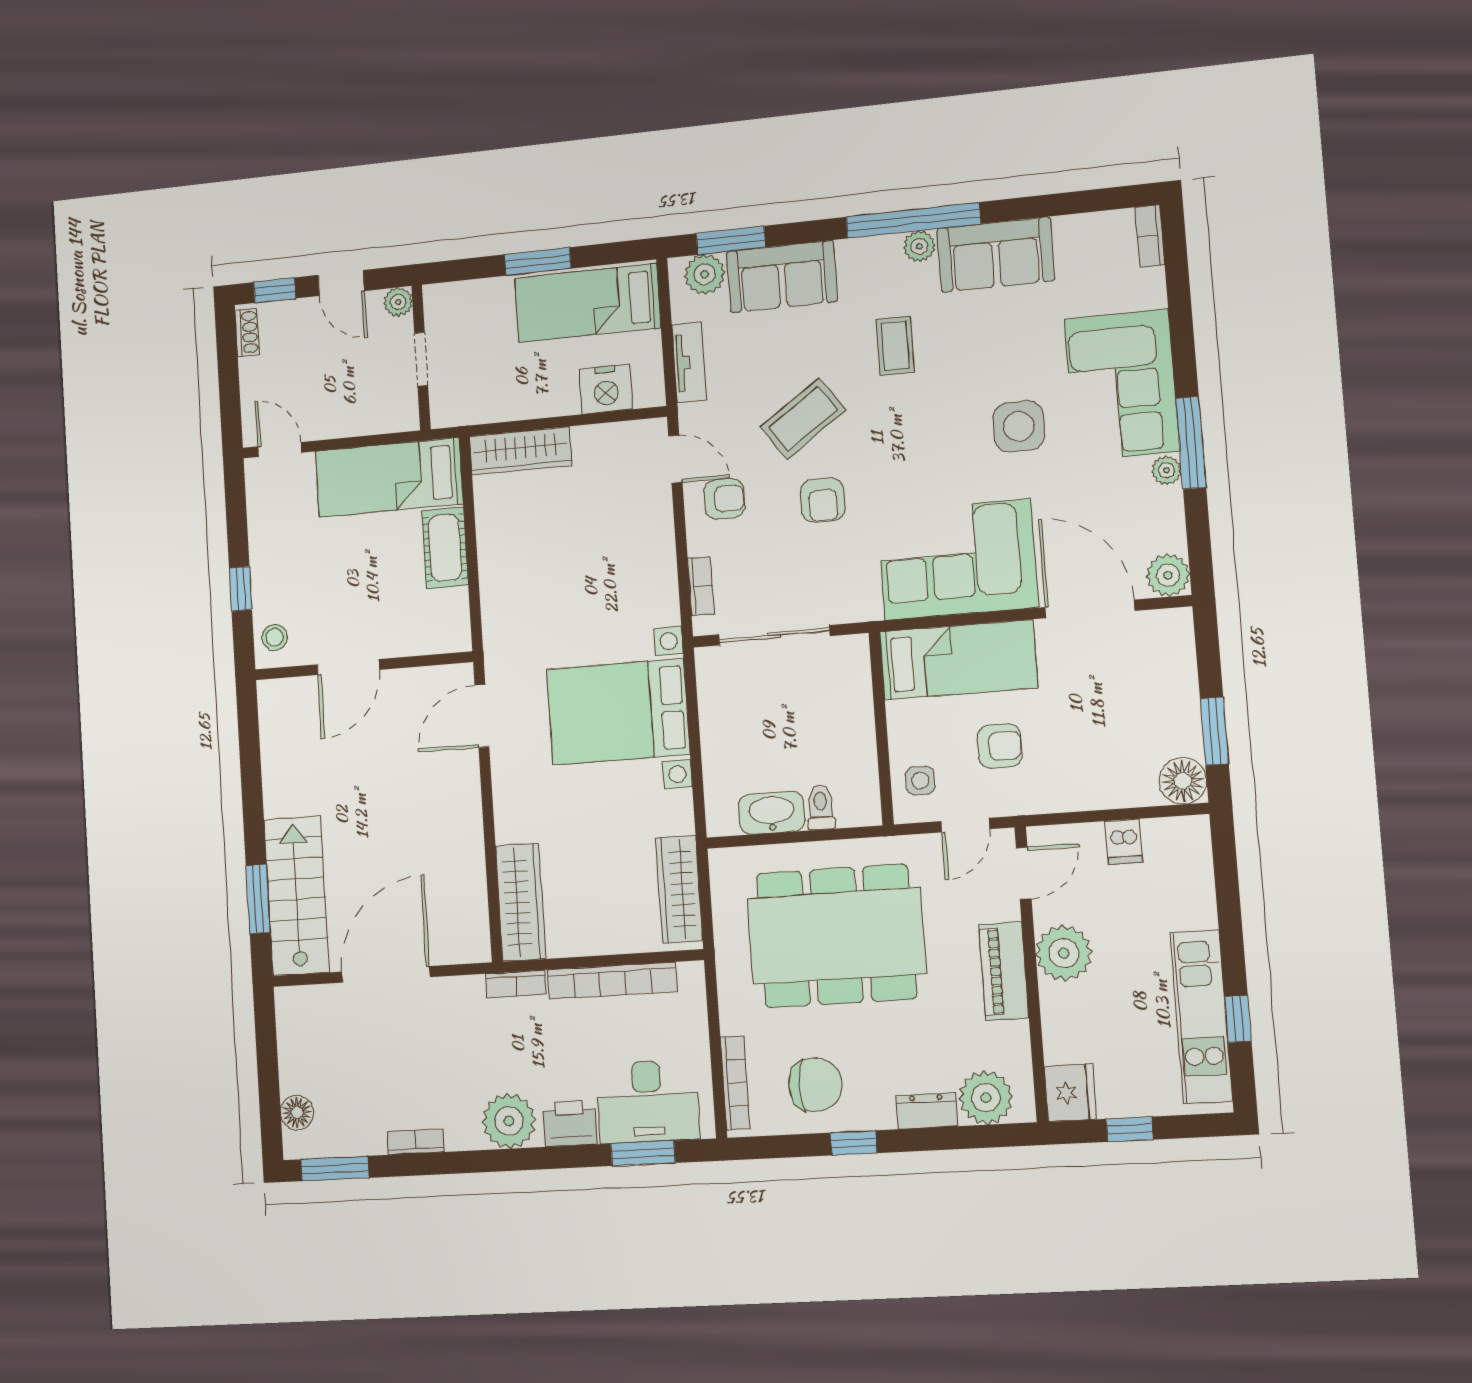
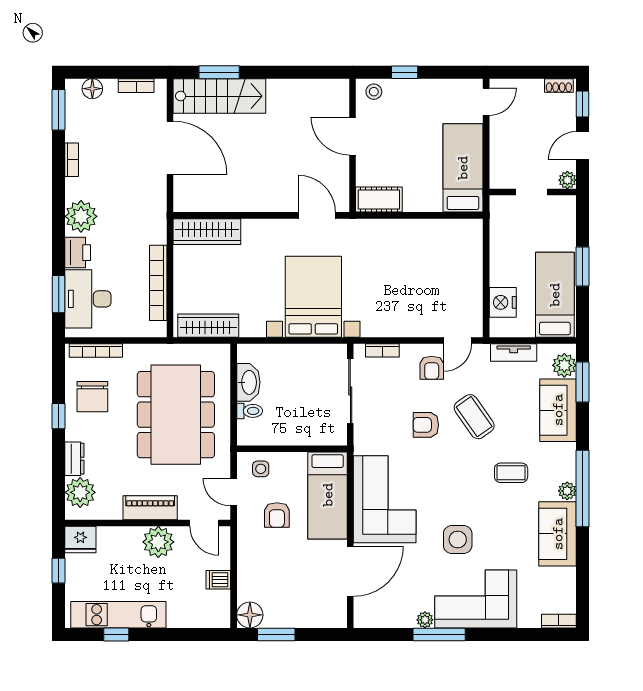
wardrobe: (520, 451) -> (471, 249), removed
cot: (445, 548) -> (379, 200), moved
plant: (1168, 575) -> (366, 616), removed
bookcase: (516, 984) -> (136, 86), moved, turned -90

